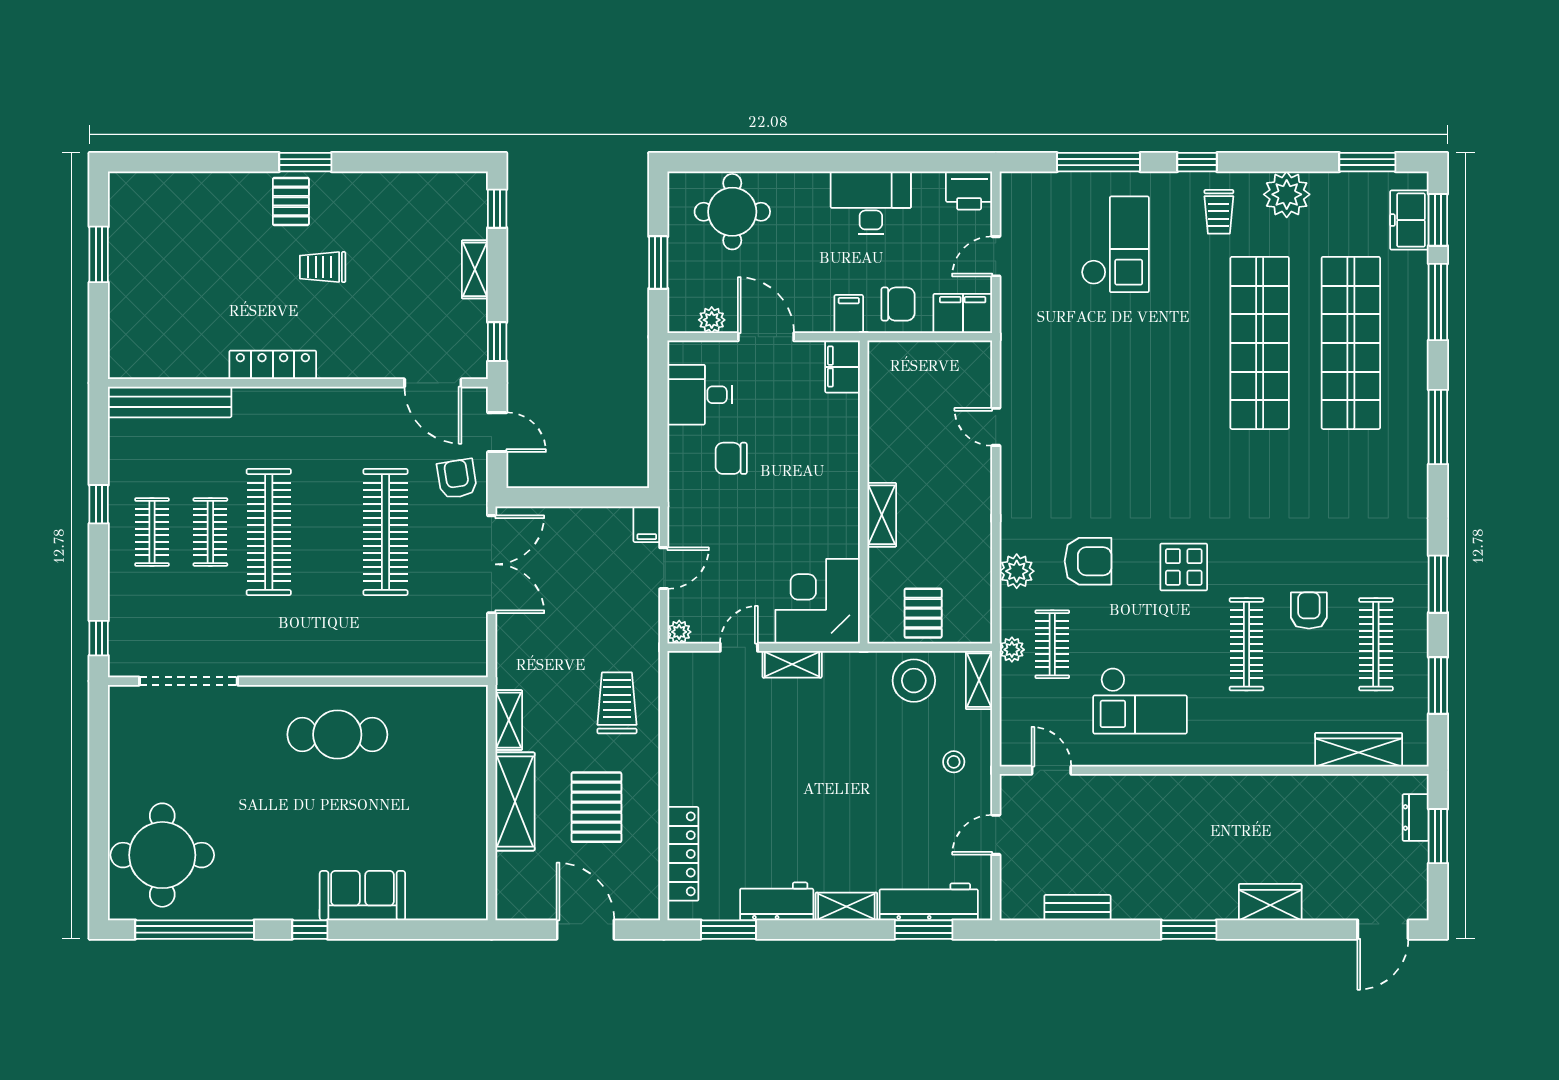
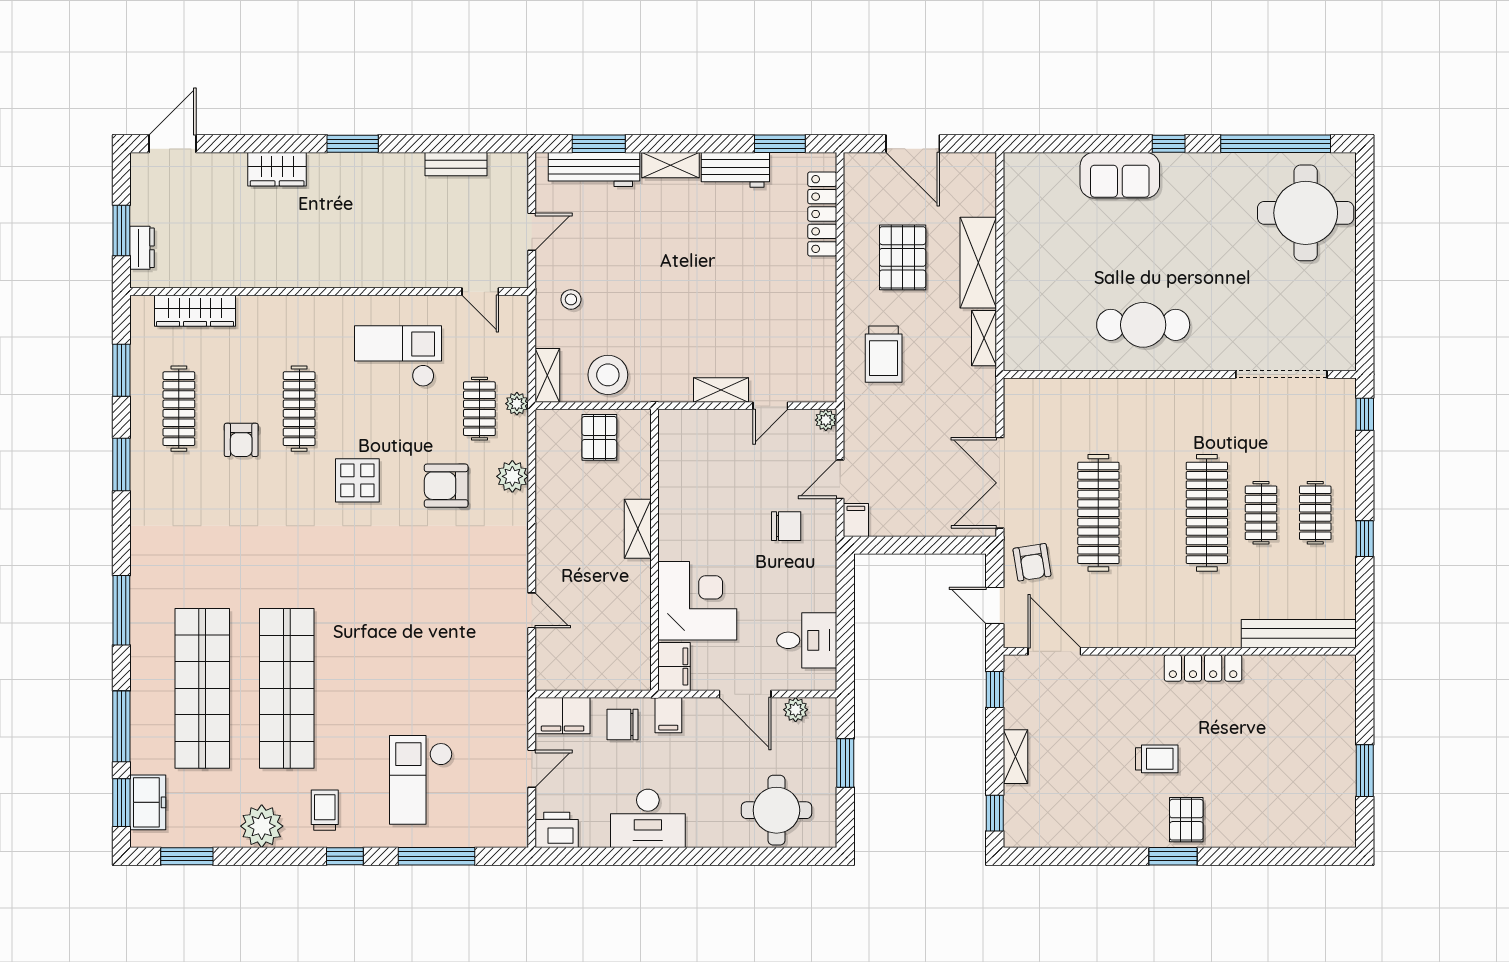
chair: (731, 458) -> (786, 526), moved
corner desk: (818, 601) -> (697, 601), moved, turned -90

